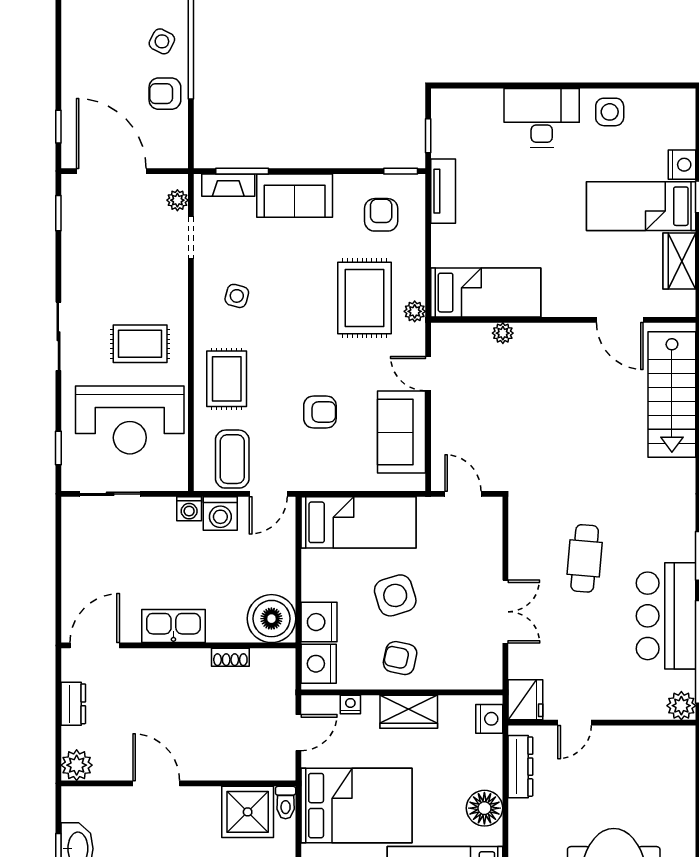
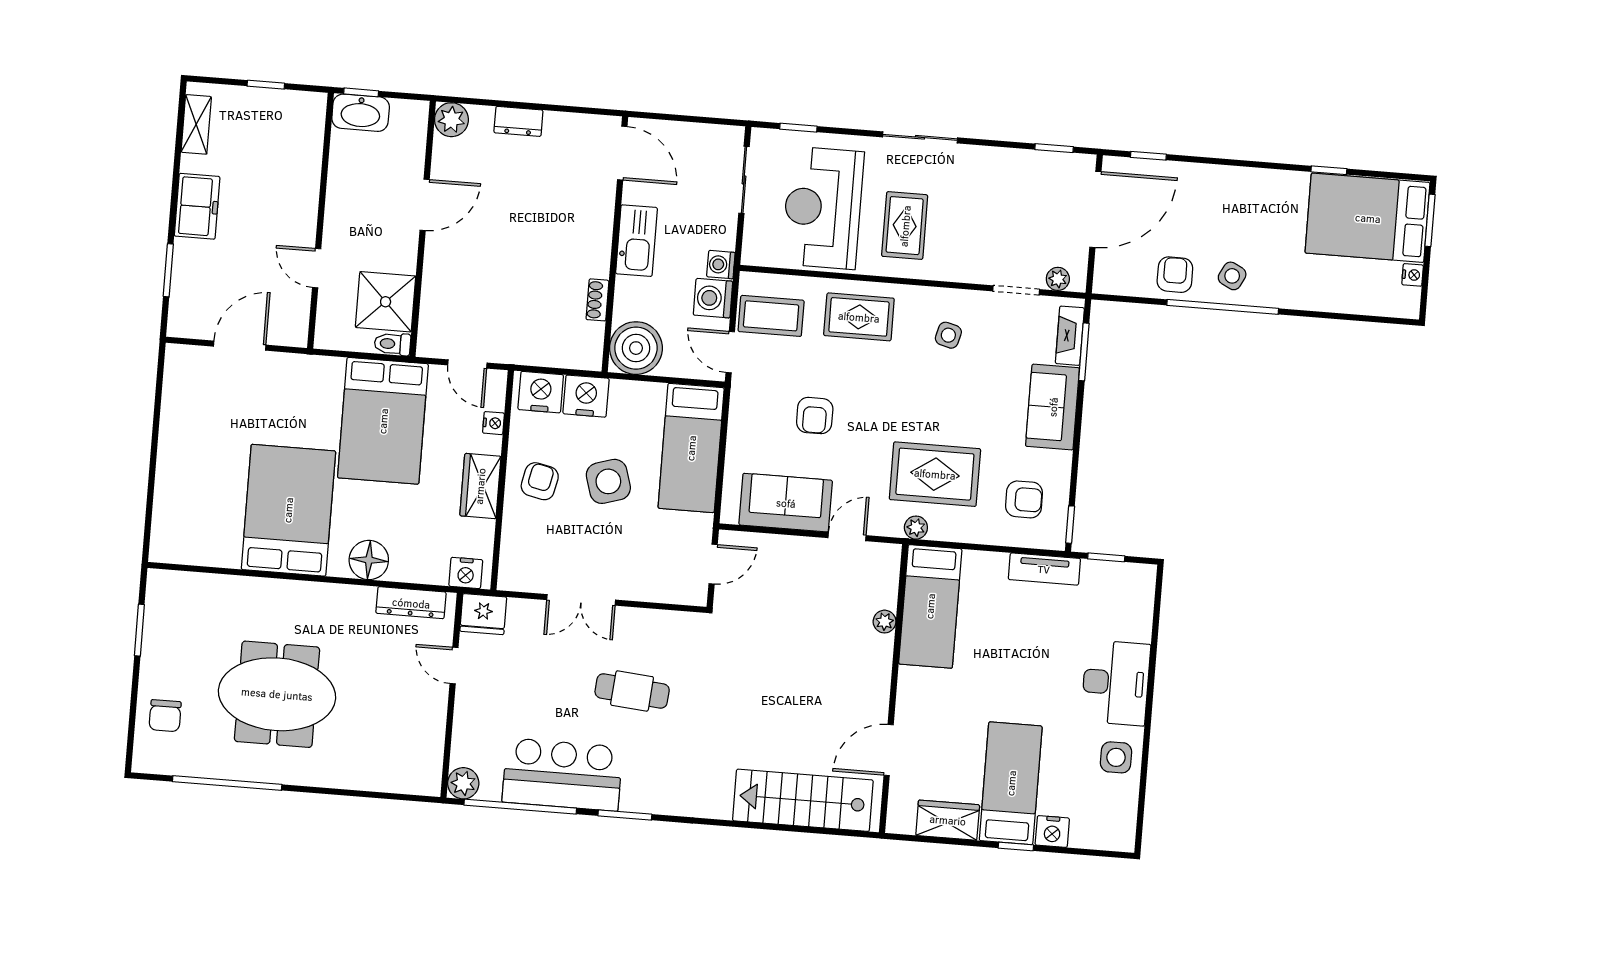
boiler: (271, 619) -> (636, 348), moved
kitchen sink: (173, 626) -> (637, 241), moved
door: (95, 645) -> (622, 153), moved
wall: (178, 645) -> (615, 244), moved
shoe rack: (230, 657) -> (597, 300), moved

